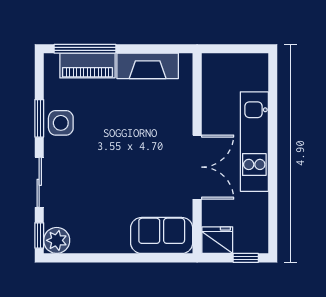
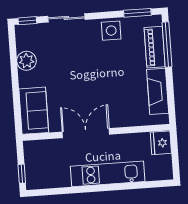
window: (39, 118) -> (137, 13), moved
double door: (197, 167) -> (86, 133), swing flipped
plant: (57, 240) -> (27, 61), moved
fridge: (217, 240) -> (161, 143), moved, turned 180

